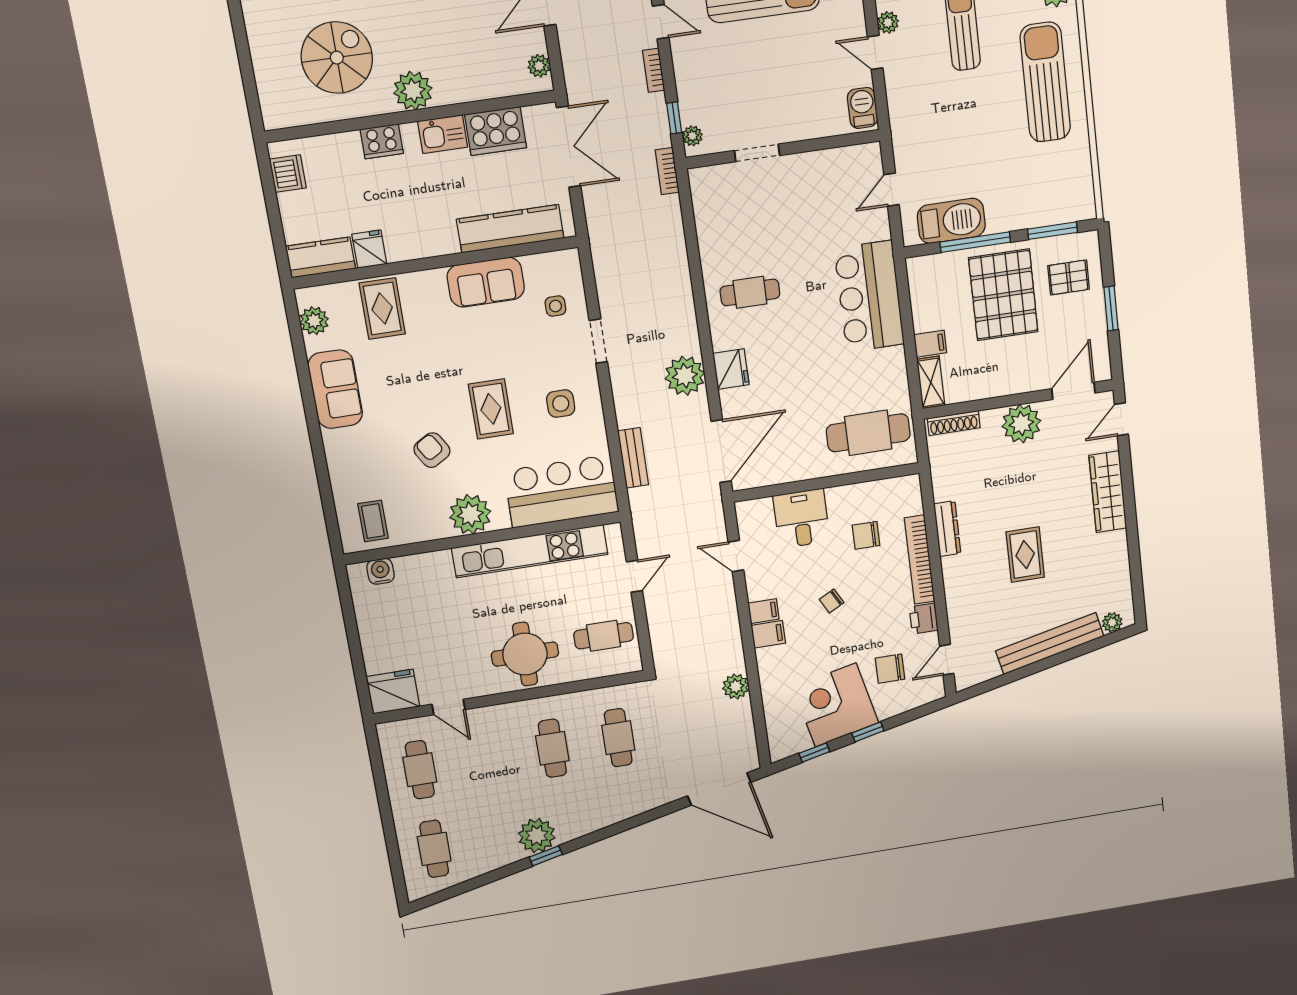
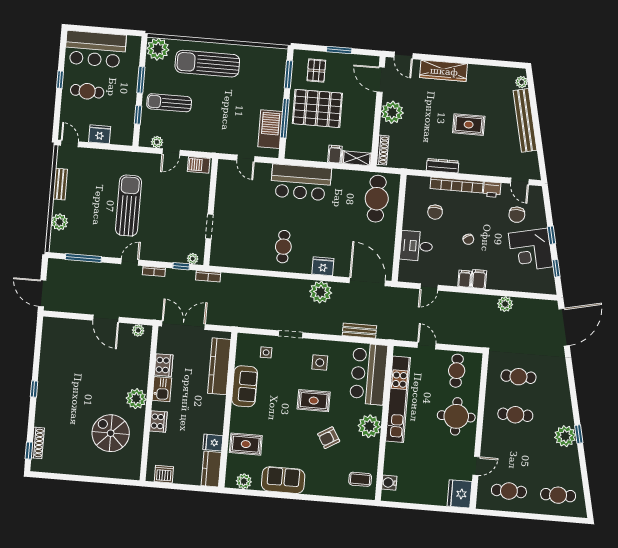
cooker: (496, 131) -> (164, 365), width x0.73, depth x0.76

